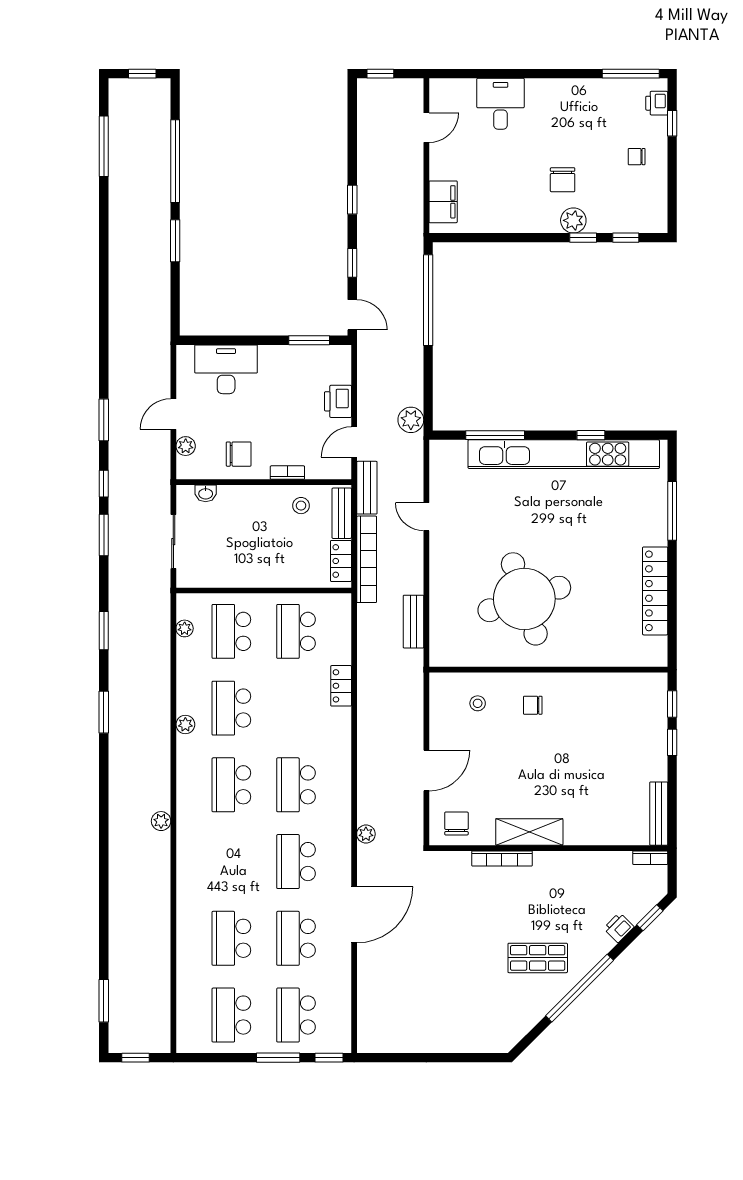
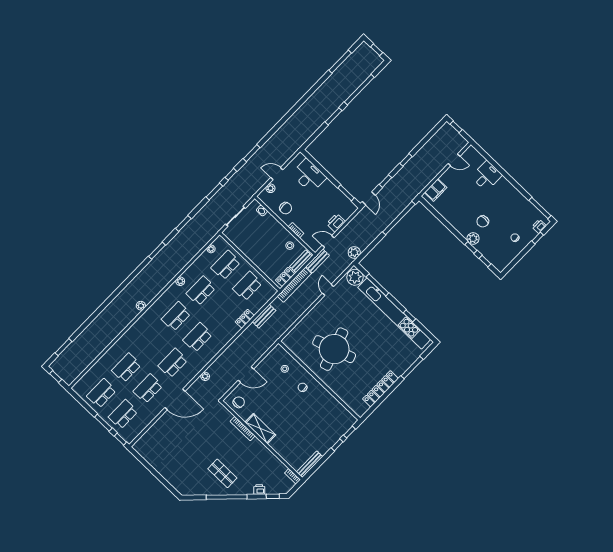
plant: (449, 457) -> (355, 277), added
bench: (413, 622) -> (264, 316), moved

